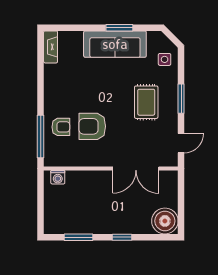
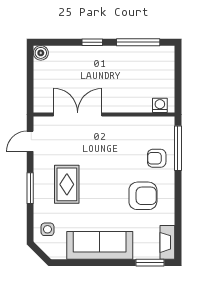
window: (119, 28) -> (150, 263), moved
armchair: (92, 126) -> (143, 196), moved
boiler: (165, 221) -> (41, 53), width x0.54, depth x0.54
window: (78, 237) -> (138, 42), width x1.44

